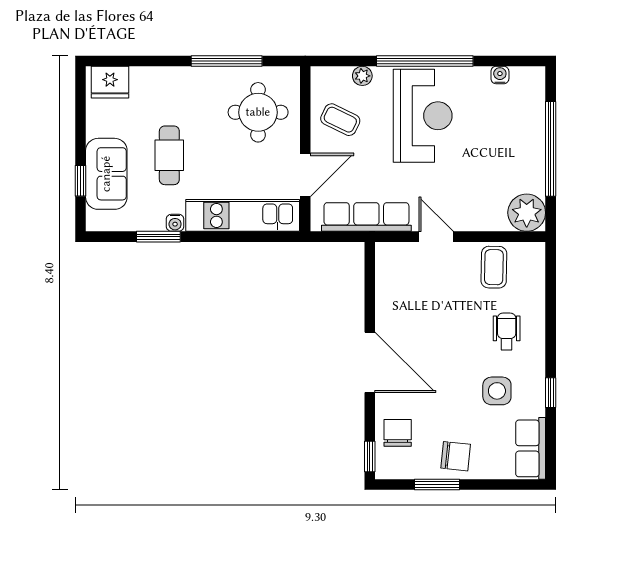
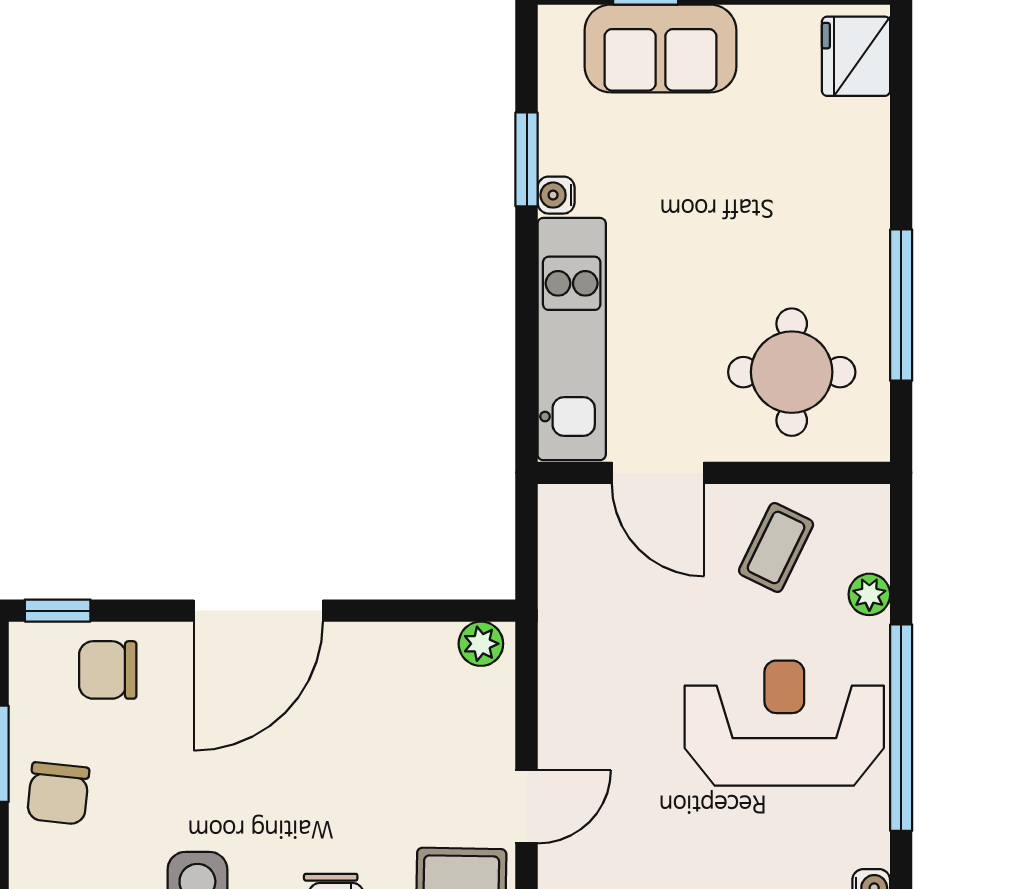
reception desk: (423, 116) -> (784, 723), turned 180
cafe table: (169, 155) -> (700, 183), removed
row of seats: (366, 217) -> (568, 603), removed
door: (436, 237) -> (527, 807), moved
plant: (385, 258) -> (481, 644), added
chair: (398, 433) -> (108, 670), turned 180

